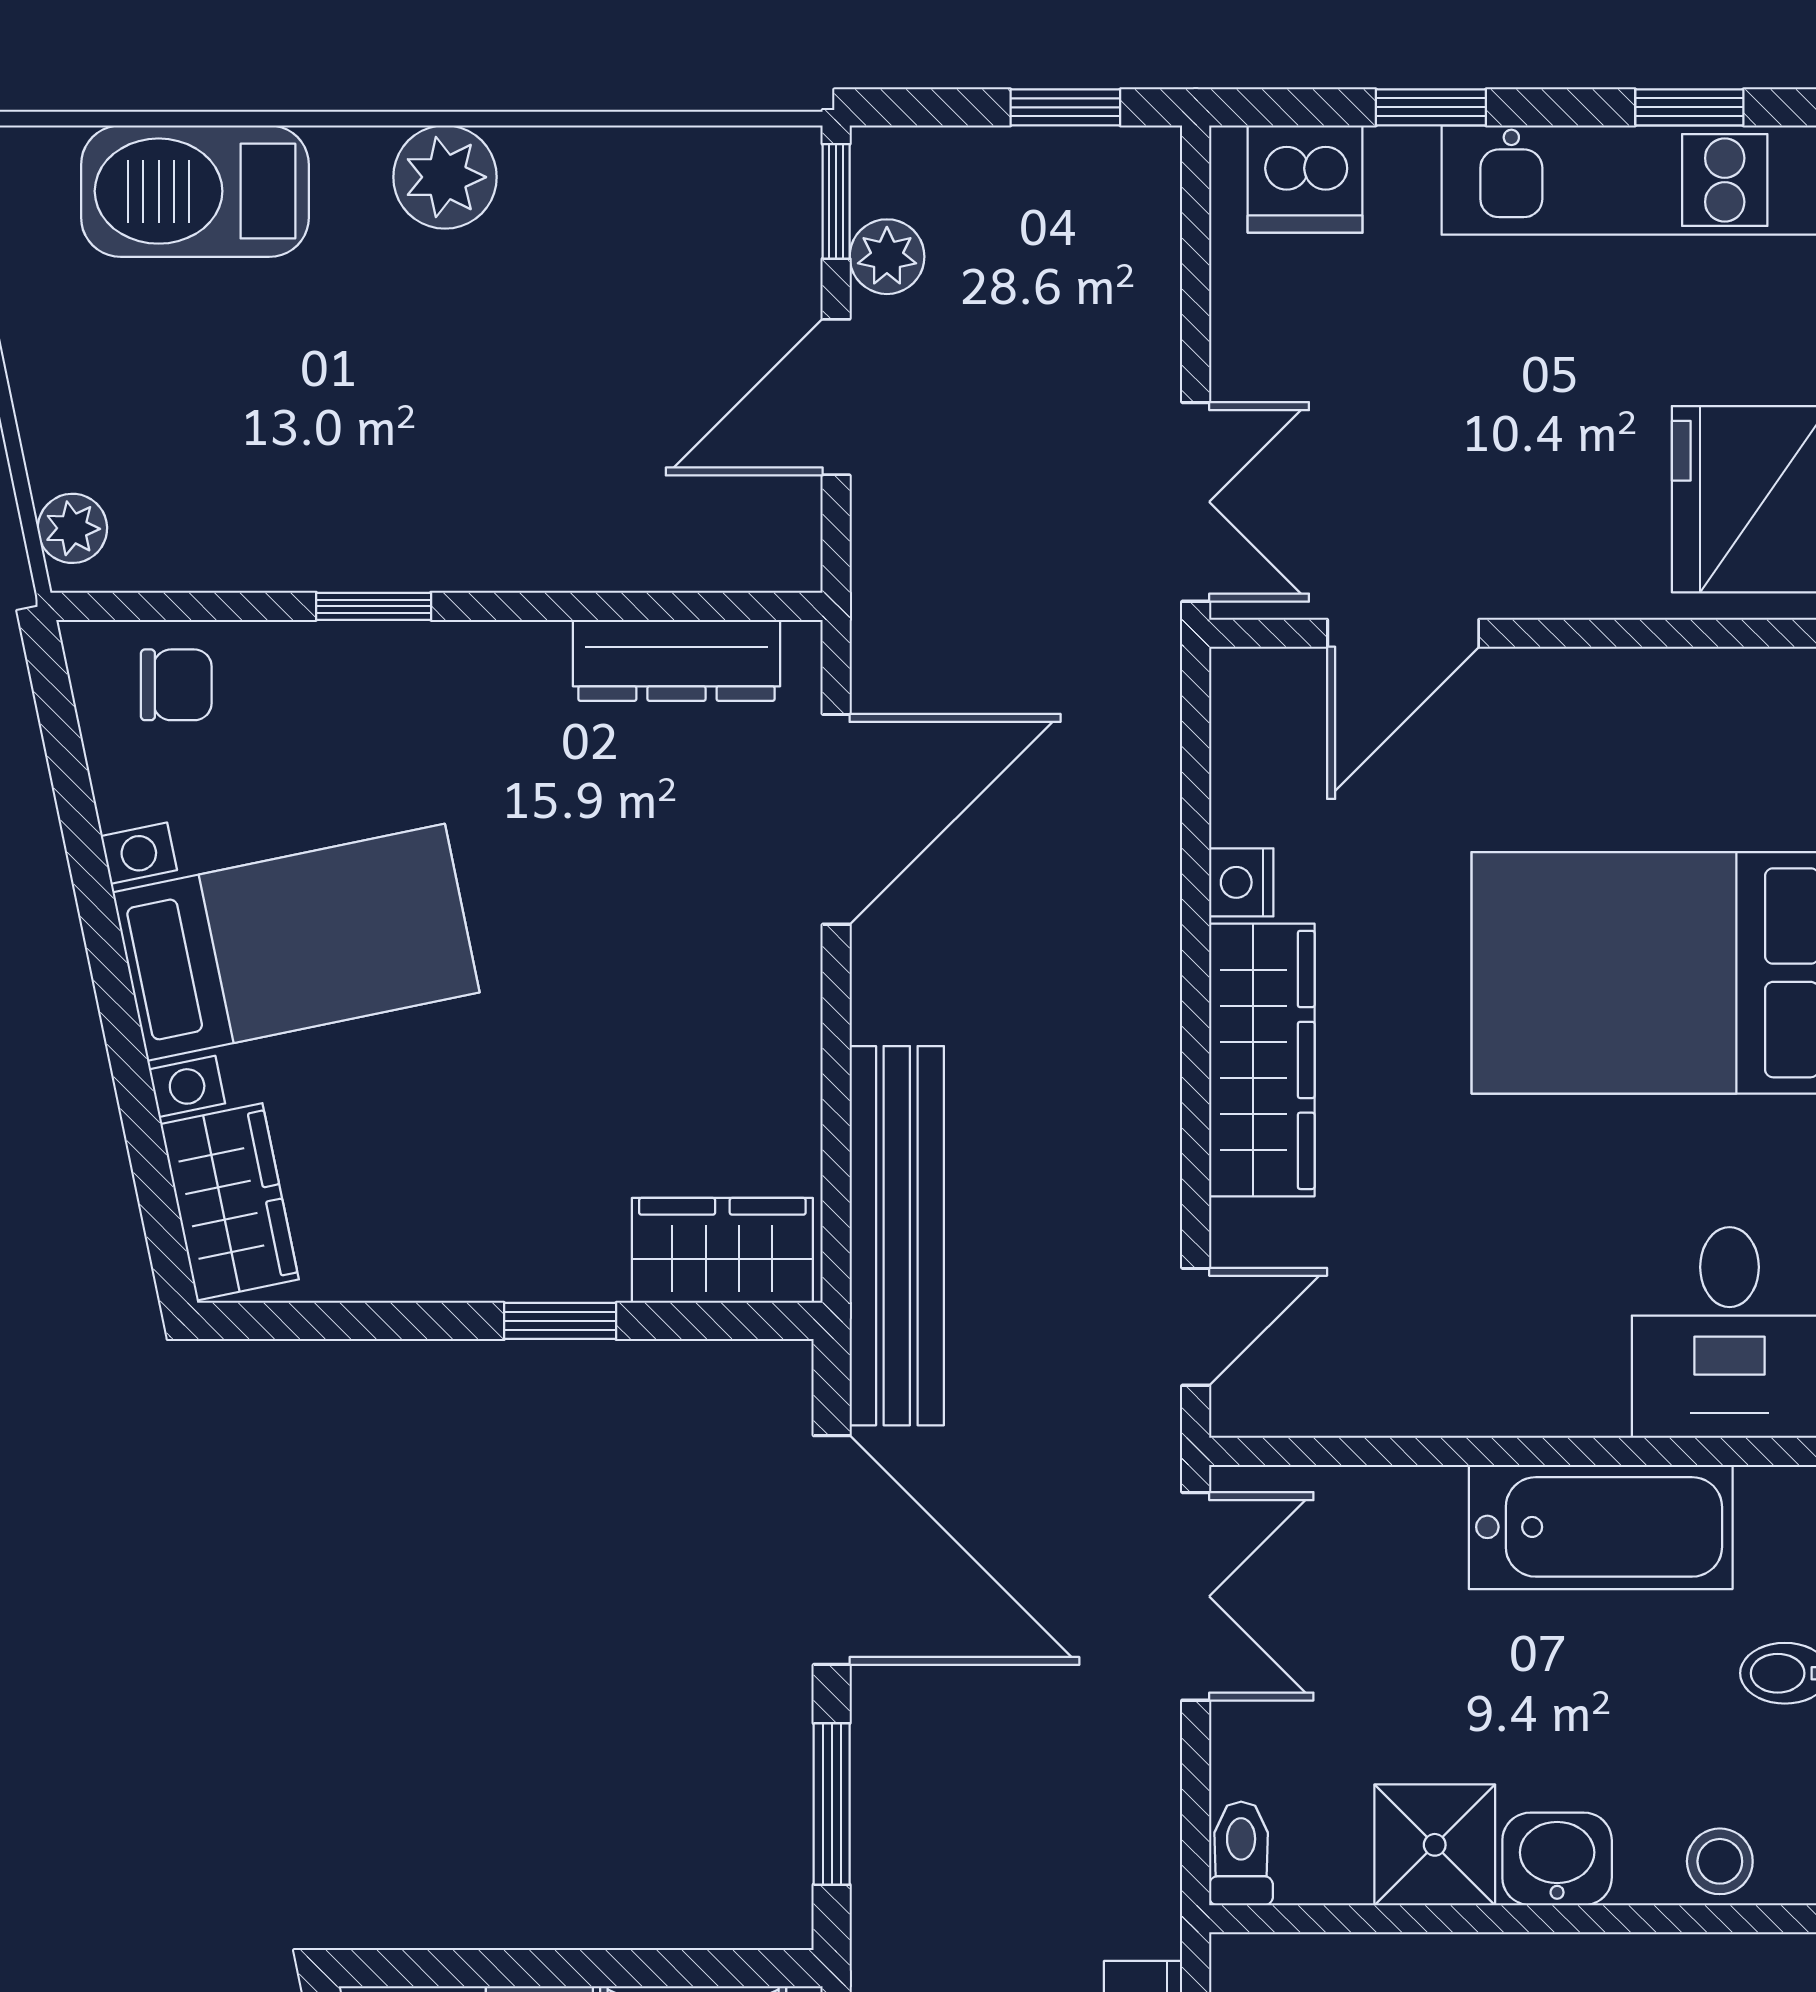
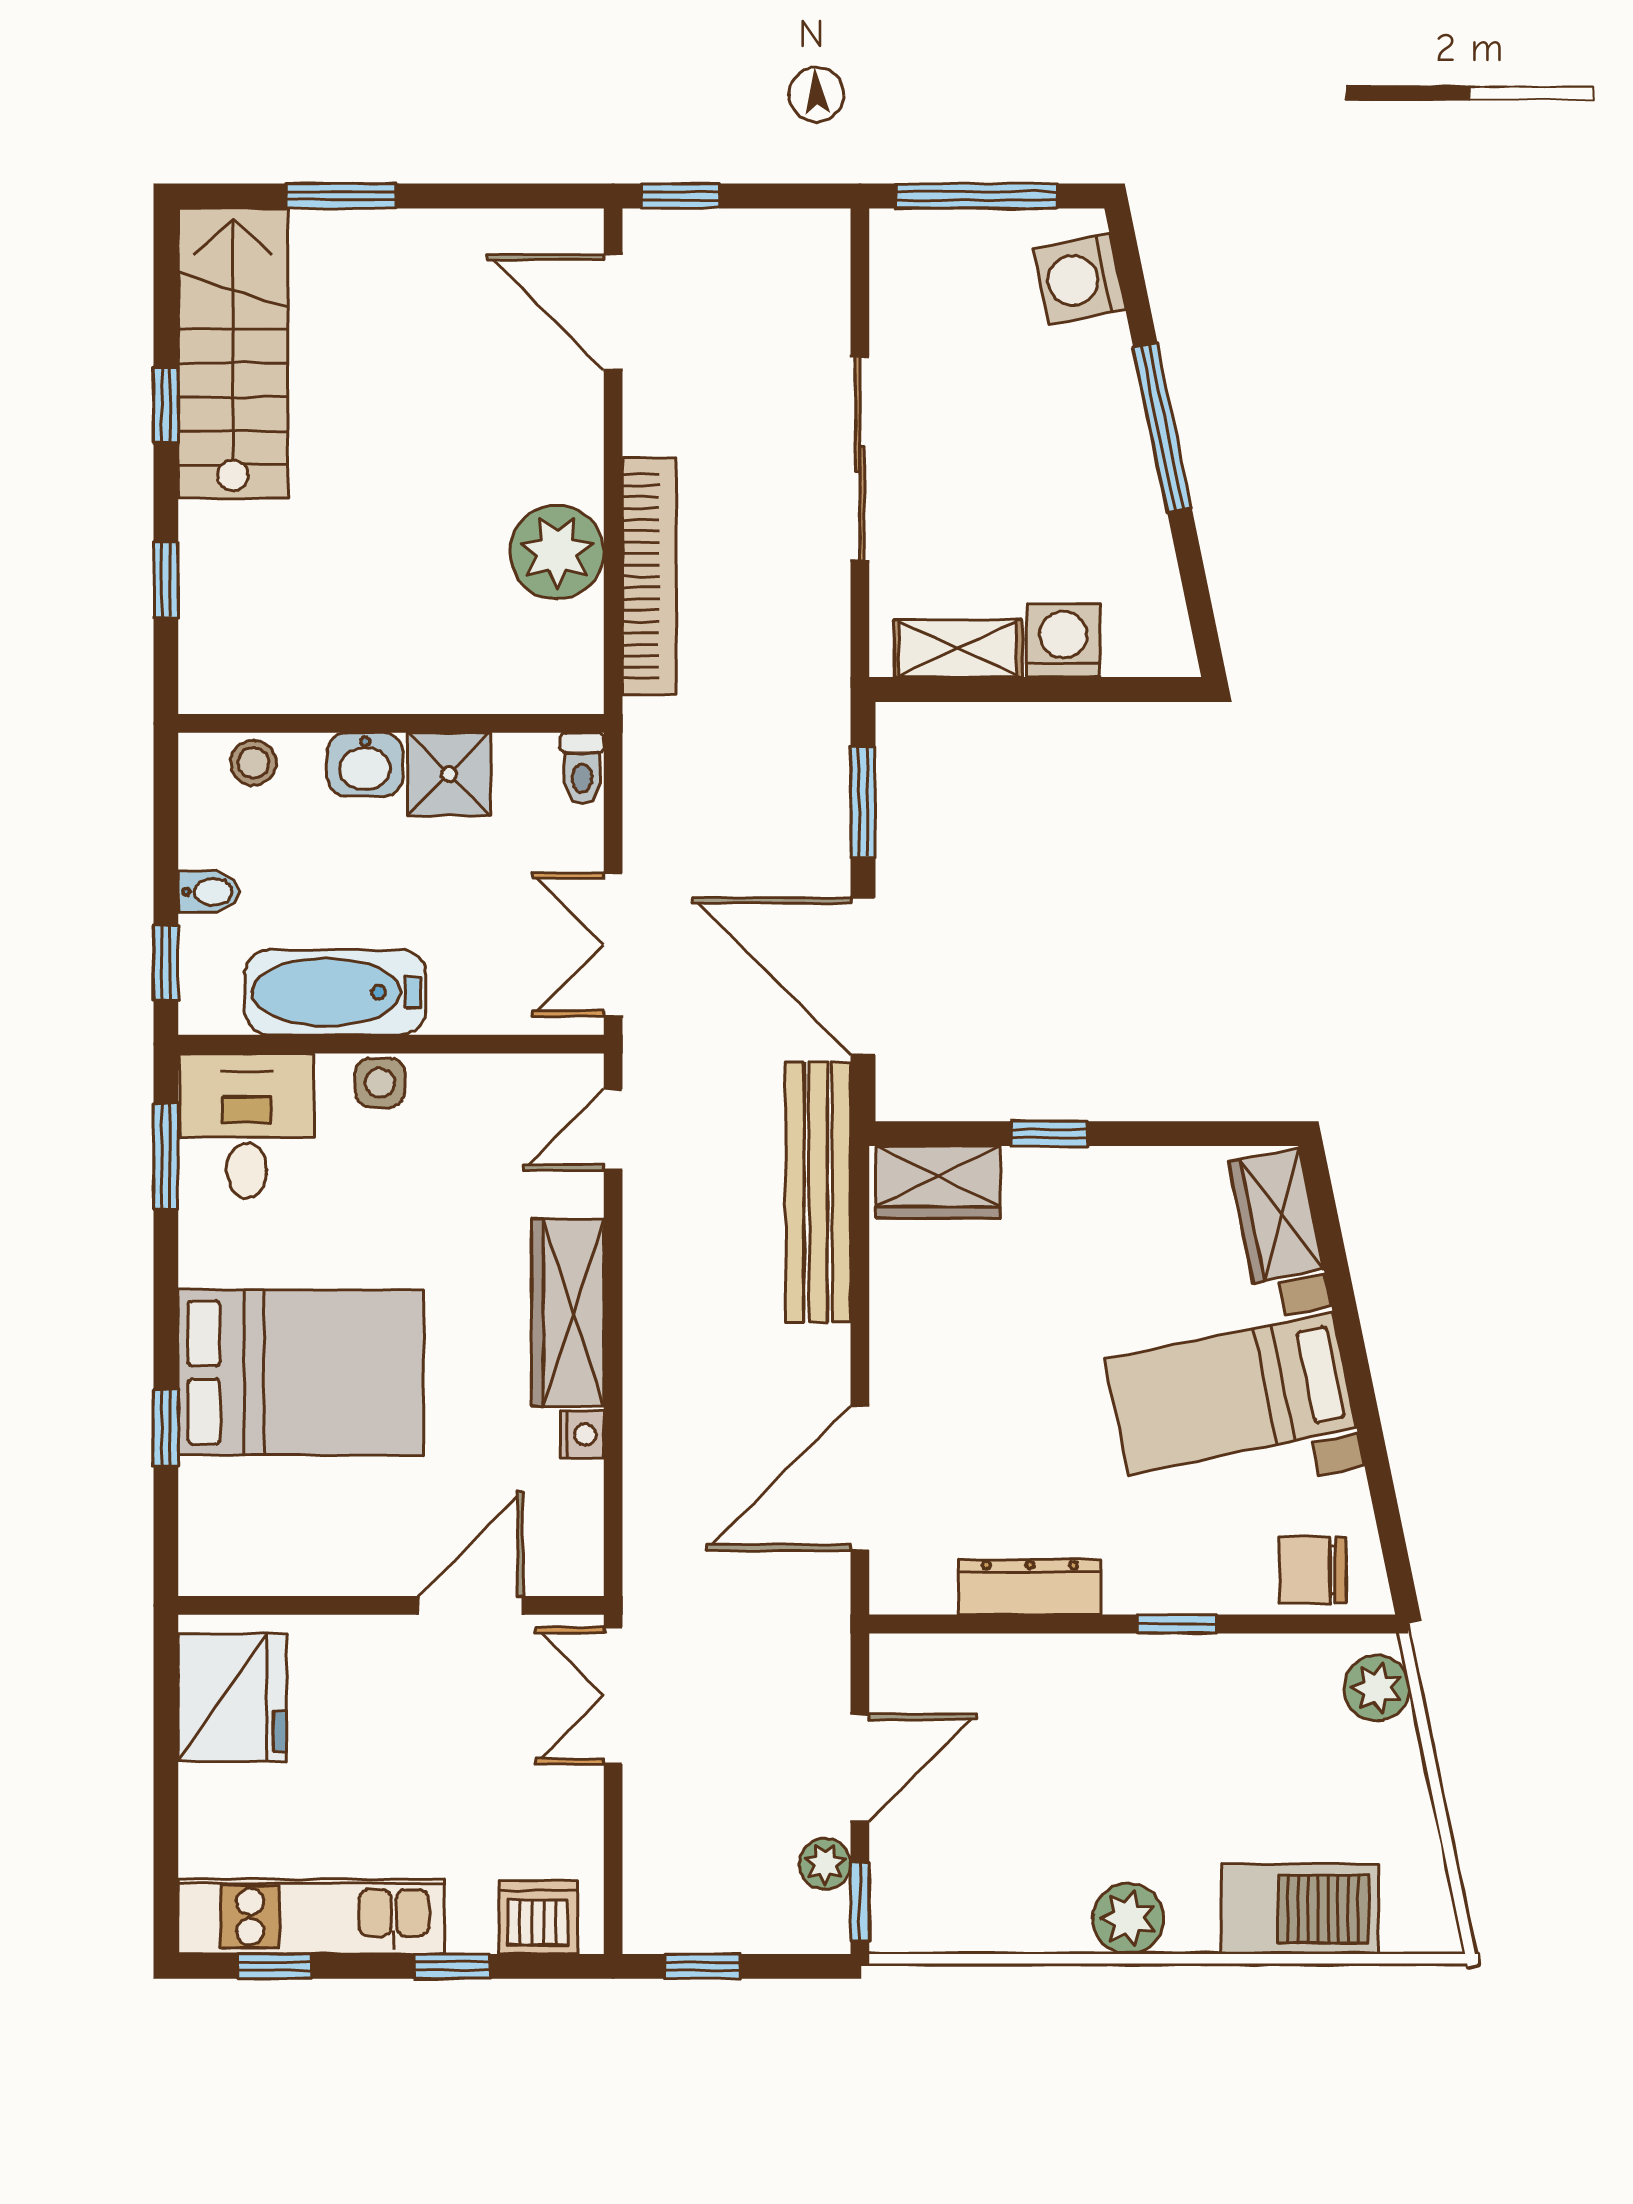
plant: (72, 528) -> (1377, 1688), width x1.38, depth x1.38
dresser: (676, 660) -> (1030, 1587), moved
chair: (176, 685) -> (1313, 1570), width x1.37, depth x1.37
side table: (1536, 1395) -> (380, 1083), added

